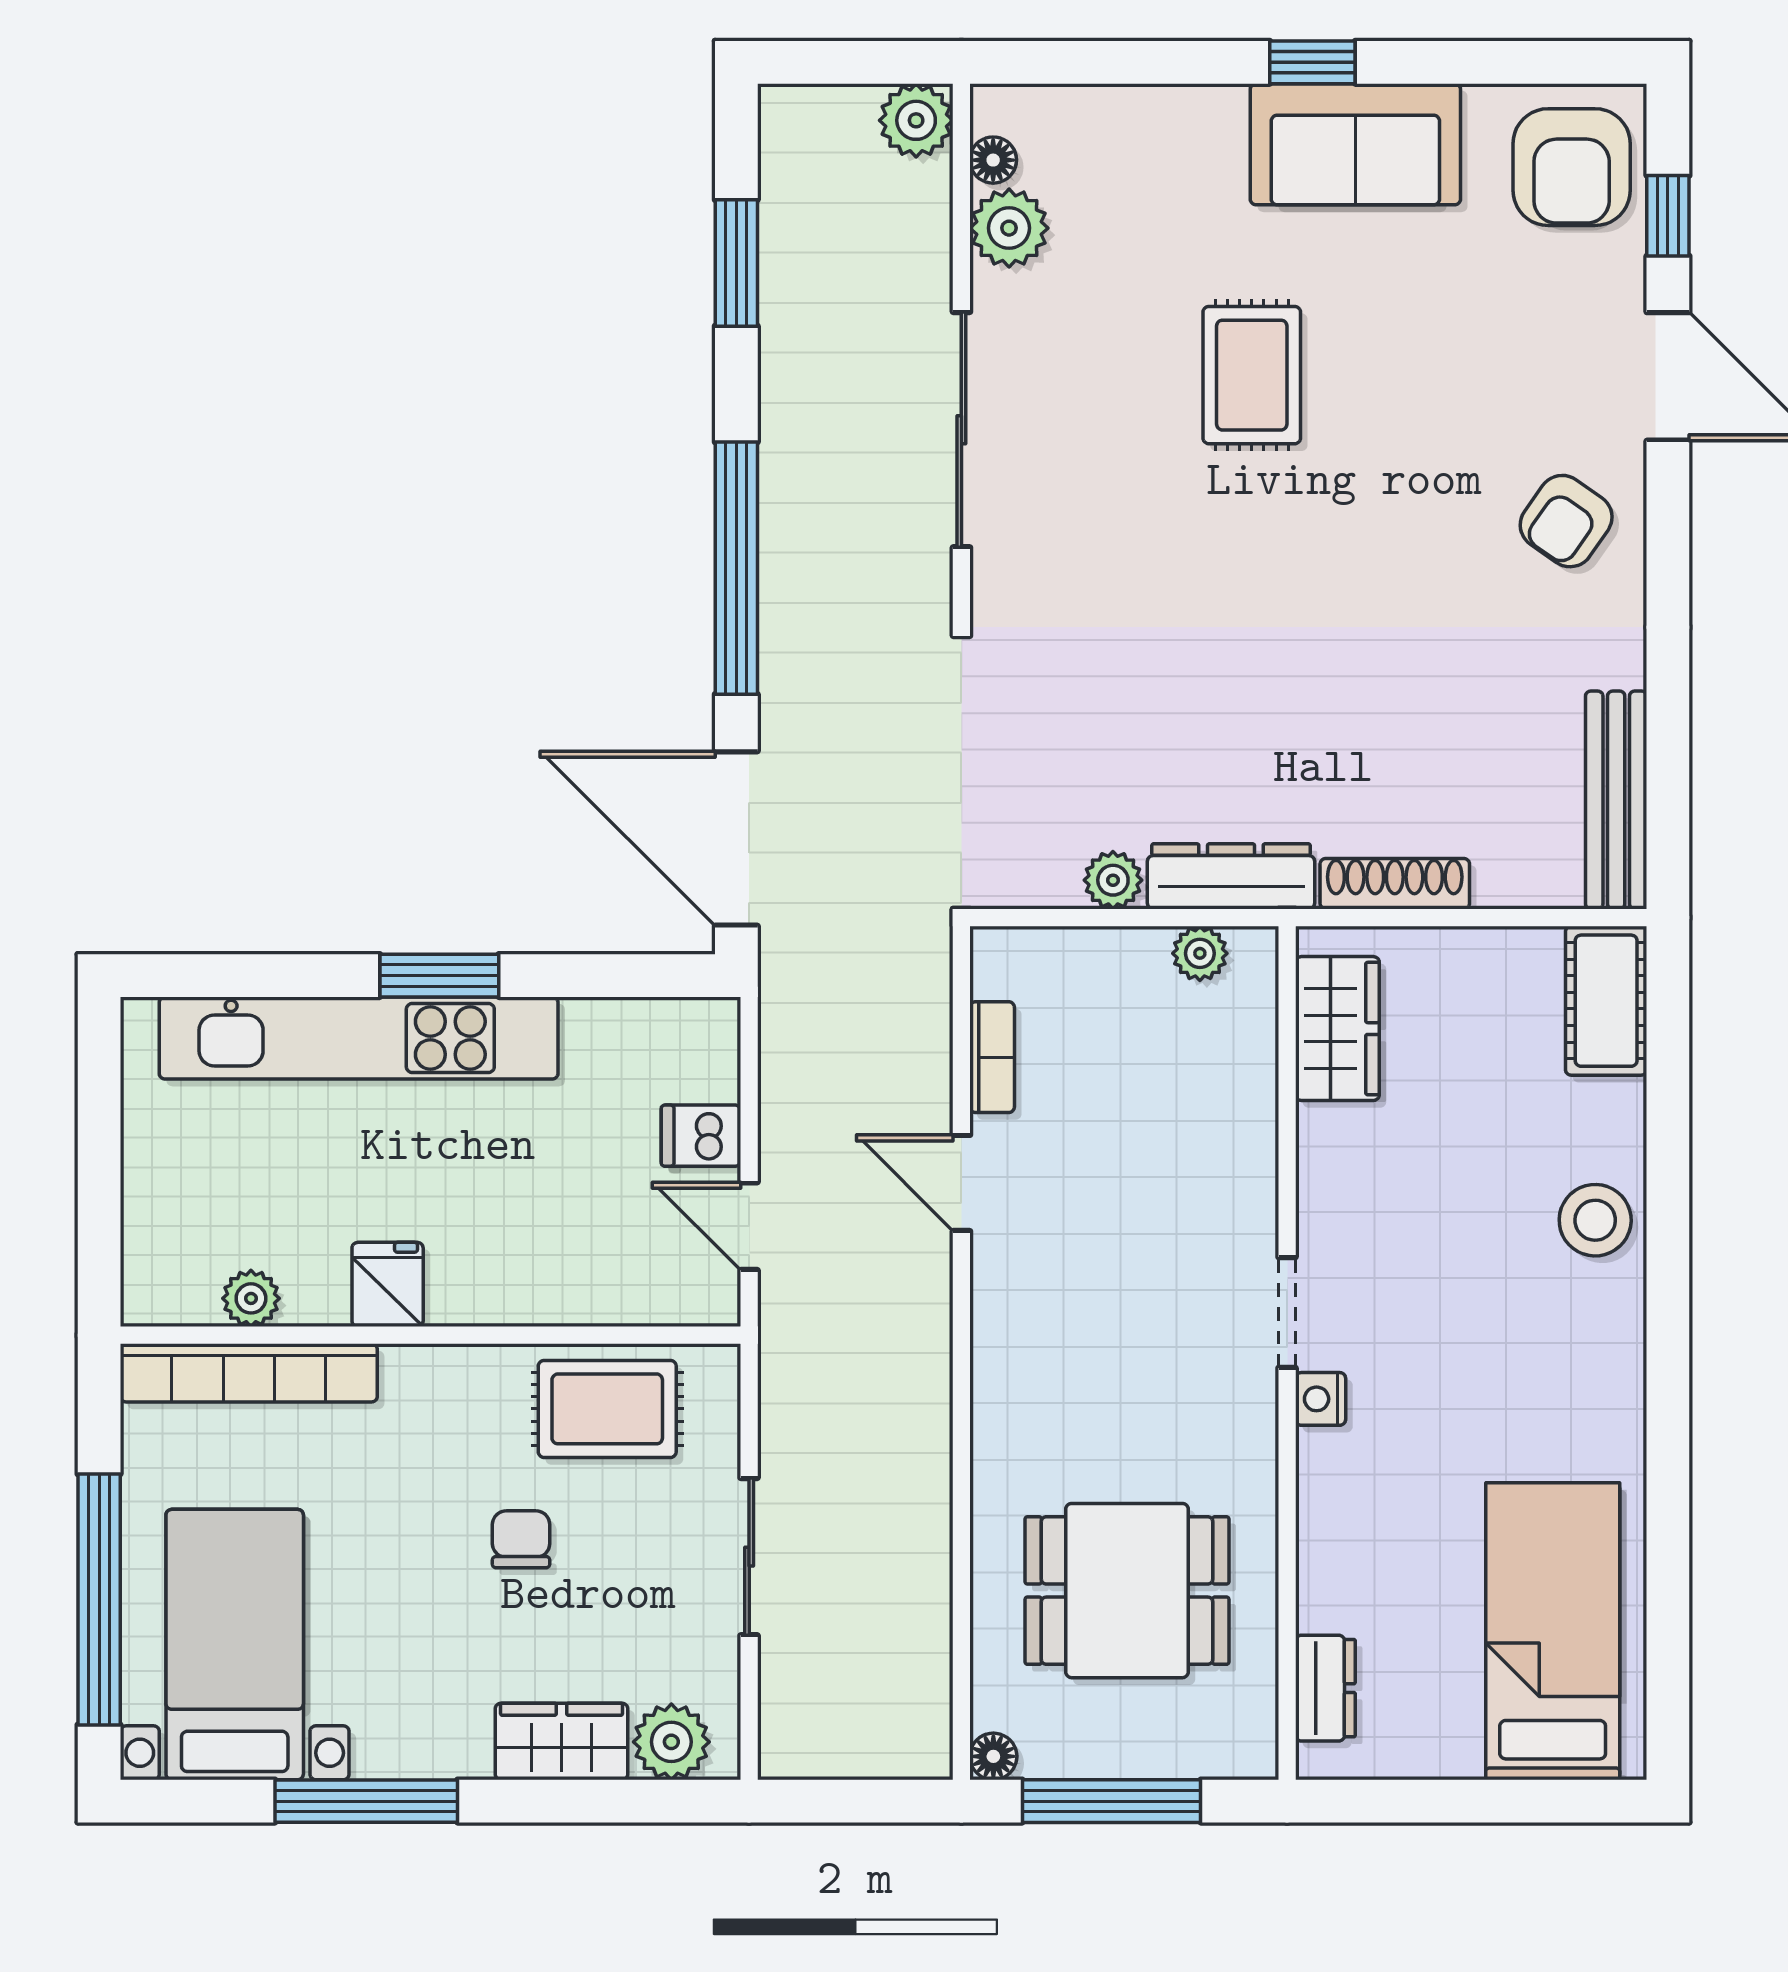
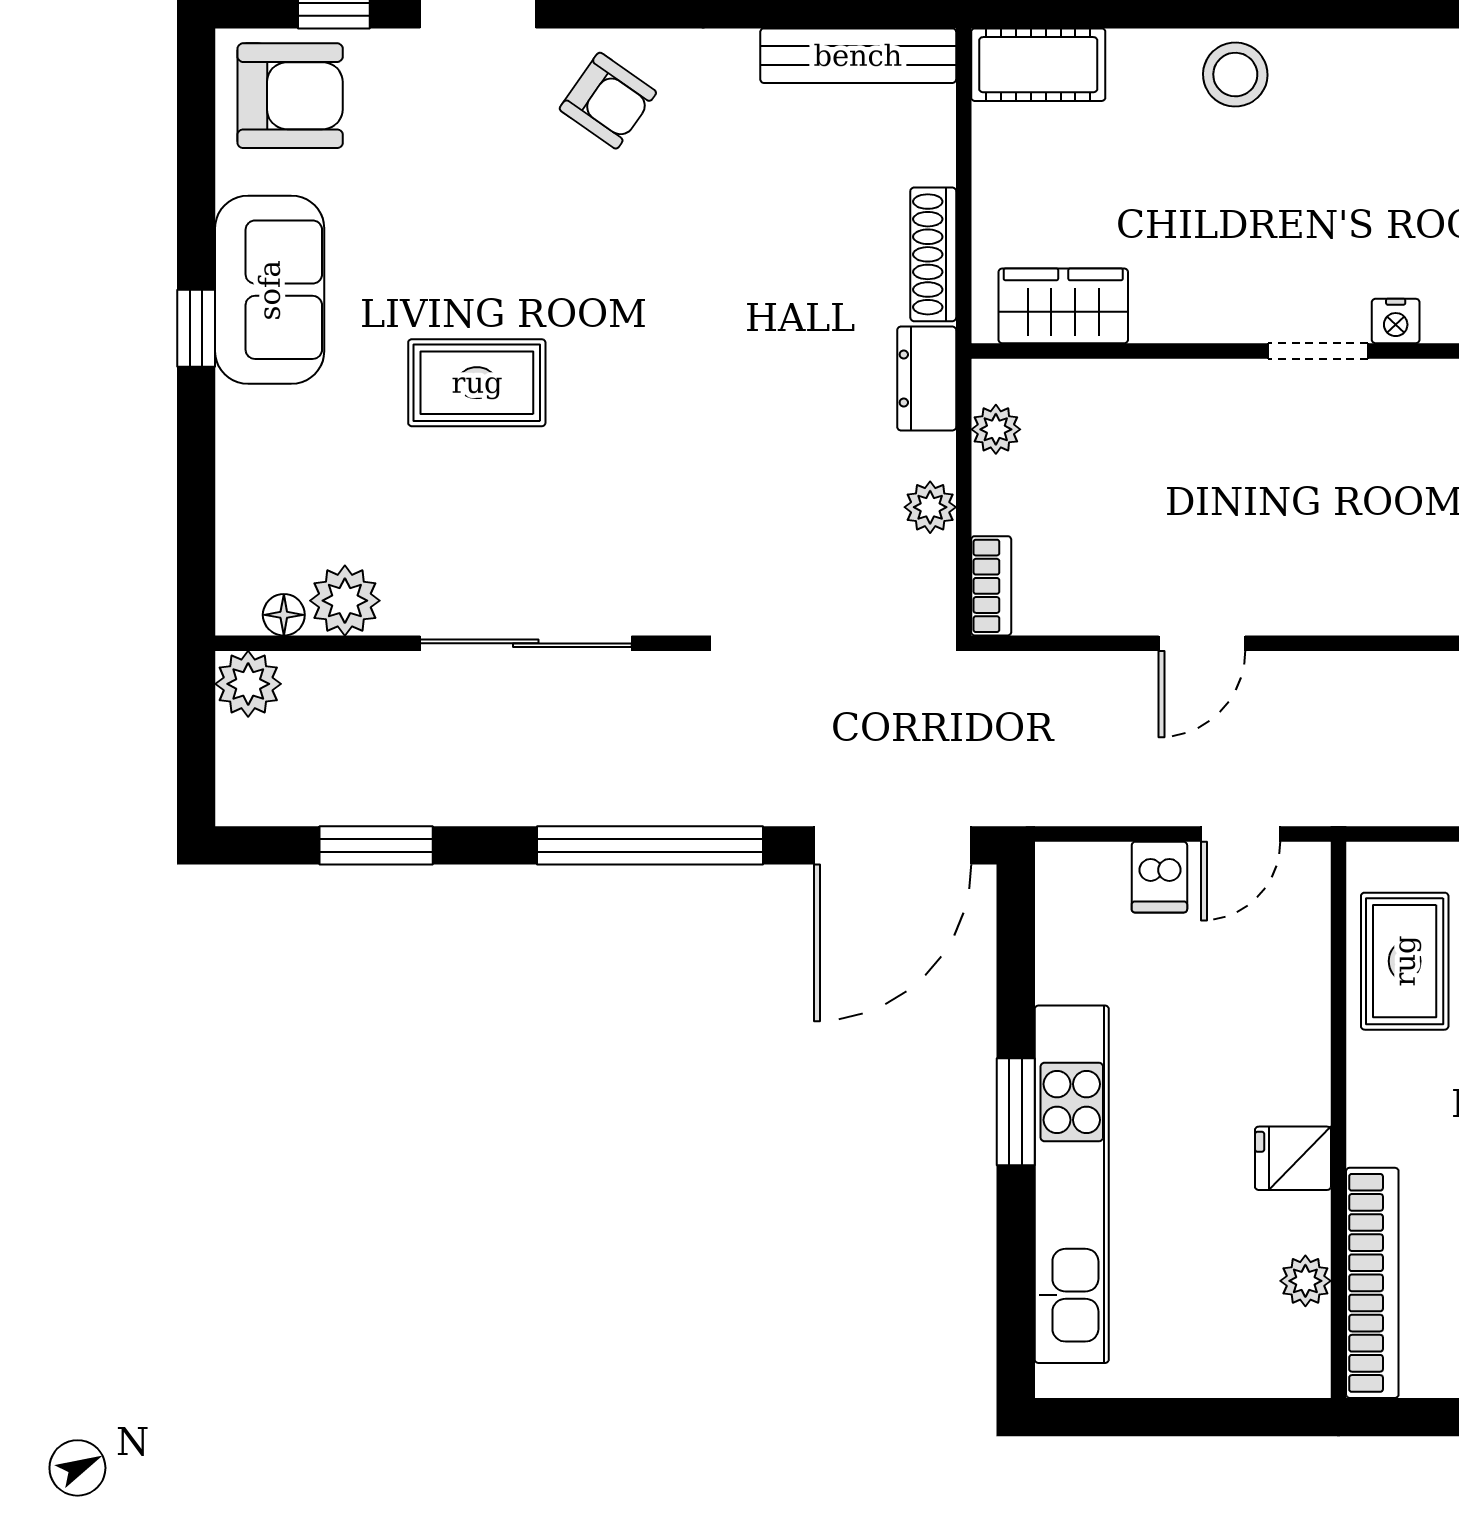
dresser: (1231, 876) -> (927, 379), width x0.70
bookcase: (992, 1057) -> (991, 586), moved, turned 90

